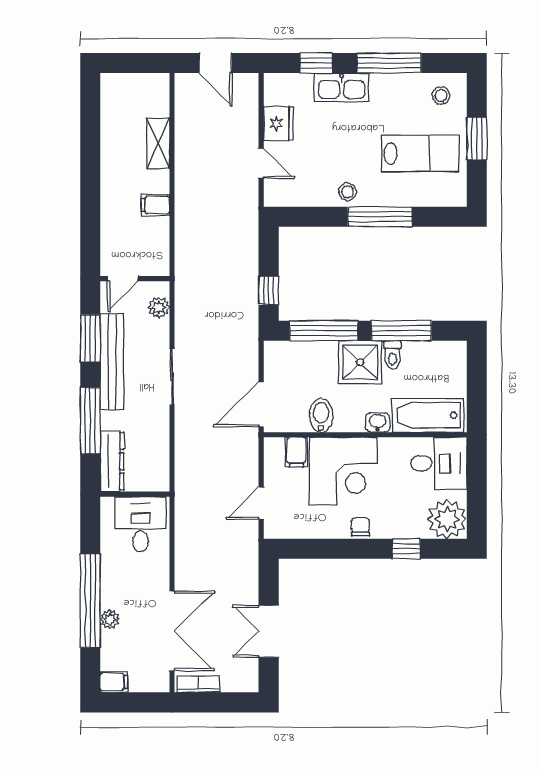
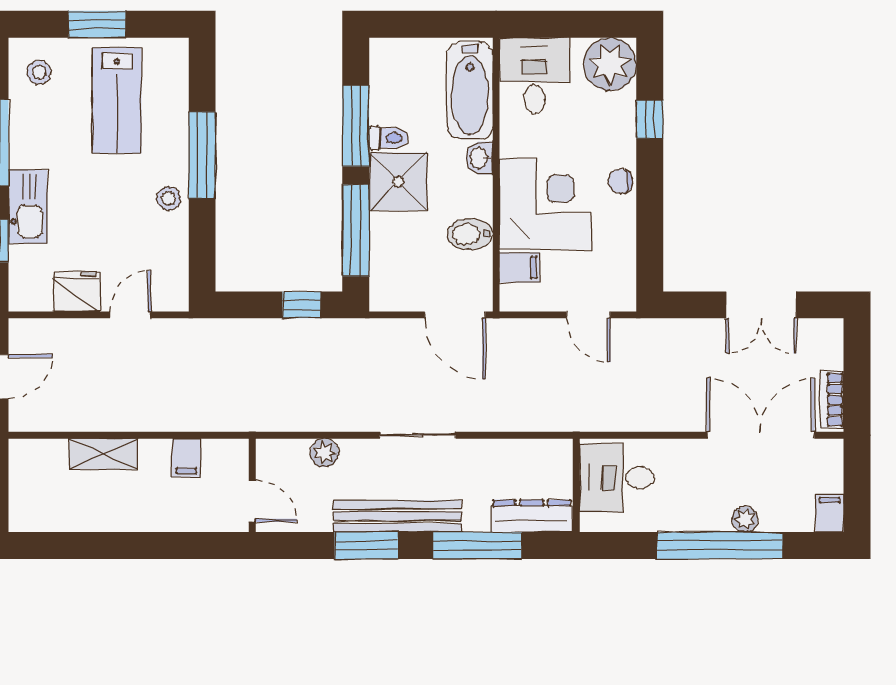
lab bench: (420, 153) -> (117, 100), turned 180
door: (123, 279) -> (252, 501), moved
wall: (135, 279) -> (252, 485), moved

